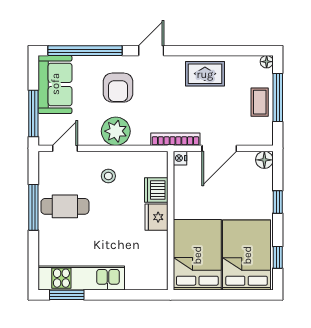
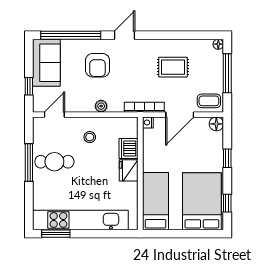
rug: (205, 74) -> (173, 67), moved
coffee table: (260, 102) -> (209, 101), moved, turned 90
window: (33, 114) -> (29, 86), width x0.46
plant: (116, 131) -> (101, 106), width x0.53, depth x0.53
bed: (197, 255) -> (155, 201), width x0.67
kitchen unit: (81, 278) -> (80, 220), width x1.36

